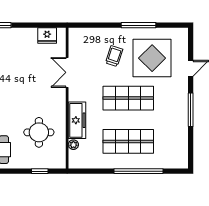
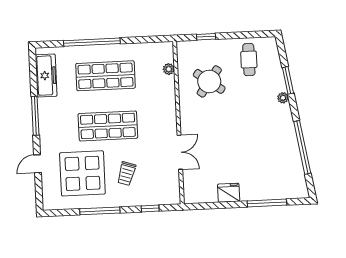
window: (95, 25) -> (150, 209), added
fridge: (47, 35) -> (229, 193), moved
freezer: (77, 120) -> (46, 75), moved, turned 180
round table: (39, 132) -> (209, 81), turned 36

